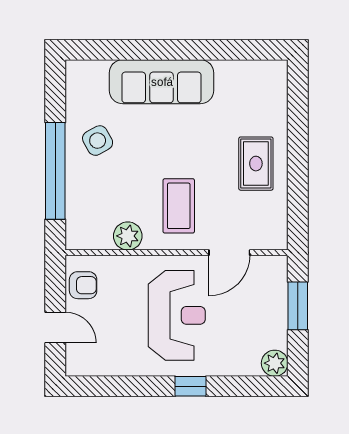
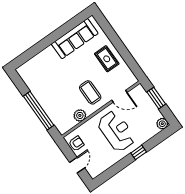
sofa: (162, 82) -> (75, 39), moved
side table: (98, 141) -> (46, 90), removed
door: (229, 253) -> (119, 96), hinge flipped
door: (55, 328) -> (77, 165), hinge flipped

